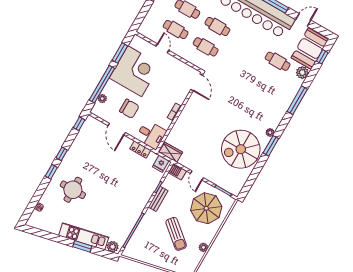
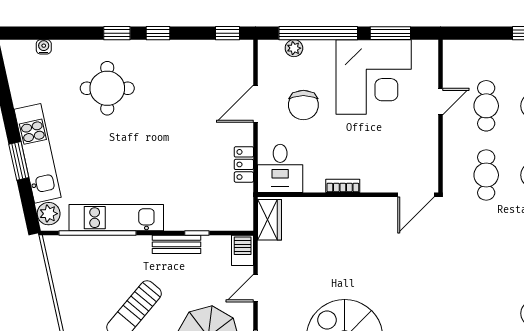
fridge: (161, 164) -> (240, 214), removed
kitchen unit: (131, 218) -> (116, 218), added

